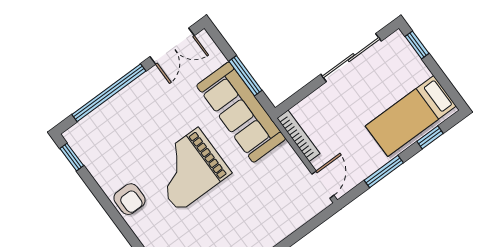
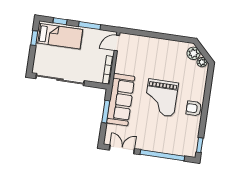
window: (417, 45) -> (34, 38), moved
sliding door: (351, 58) -> (60, 80), width x1.36
grand piano: (188, 170) -> (161, 98), turned 90
armchair: (129, 199) -> (194, 108), turned -90

